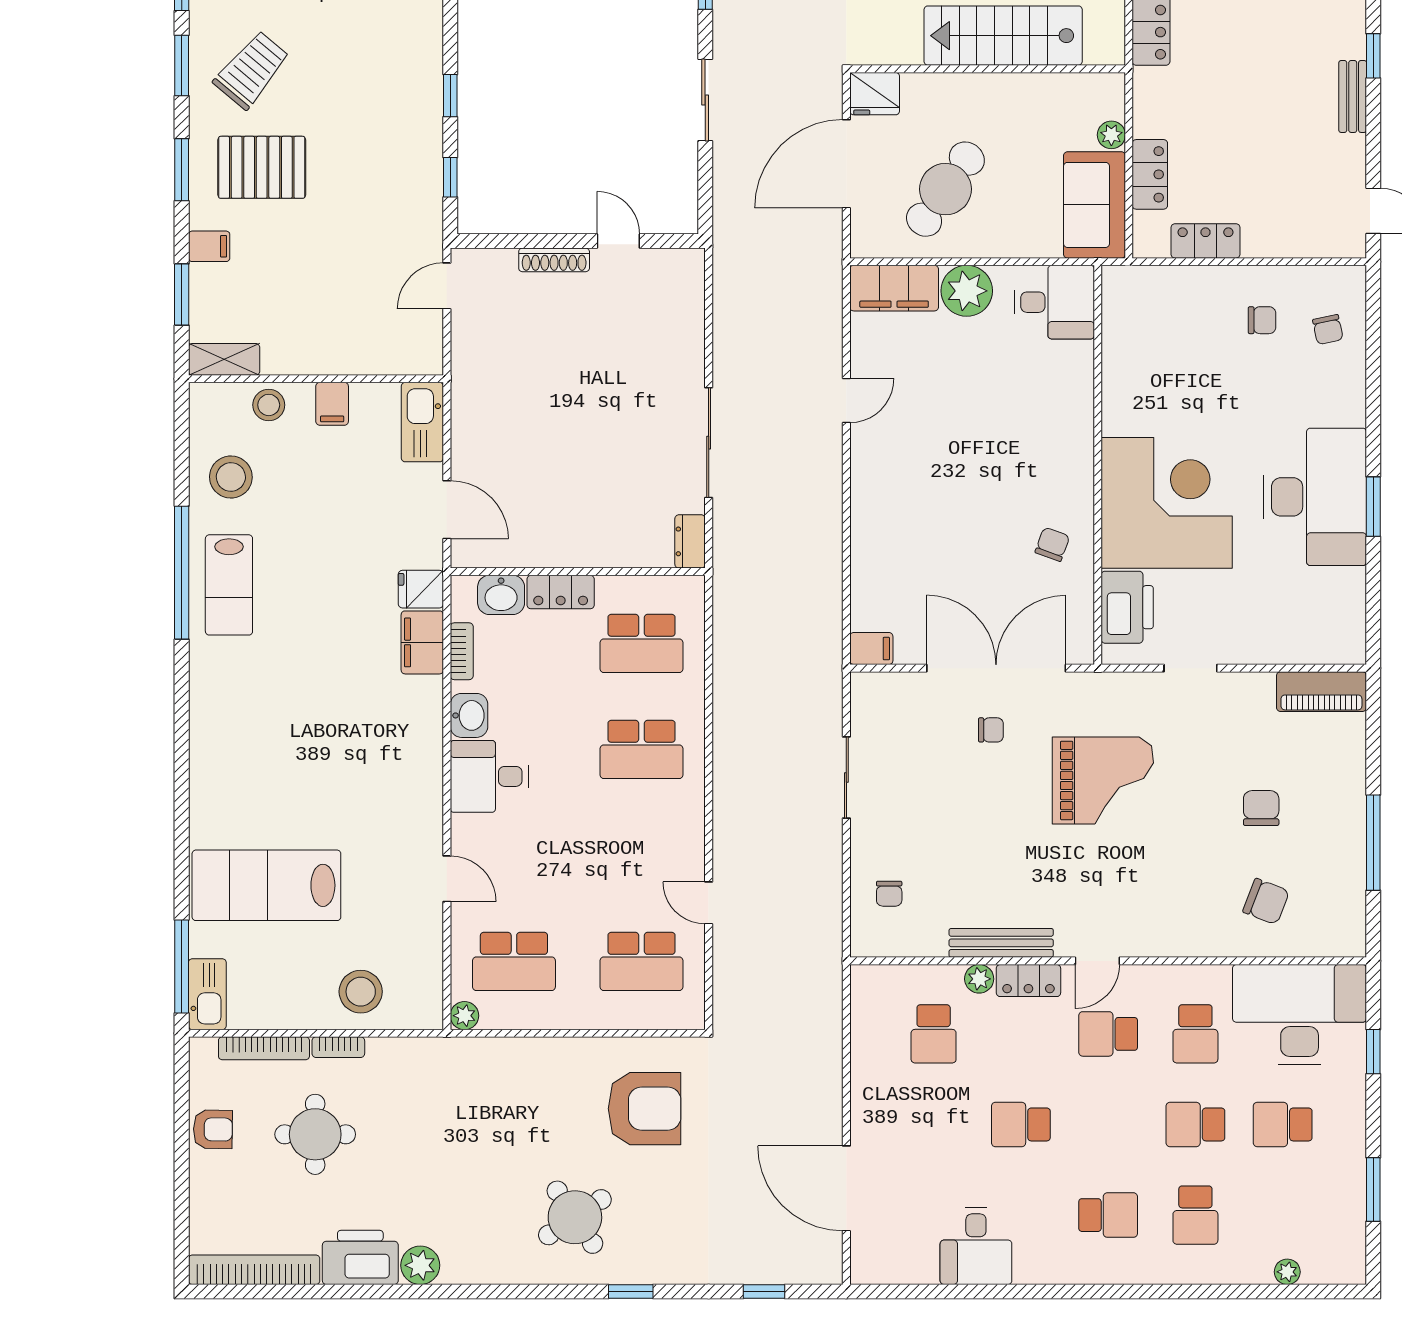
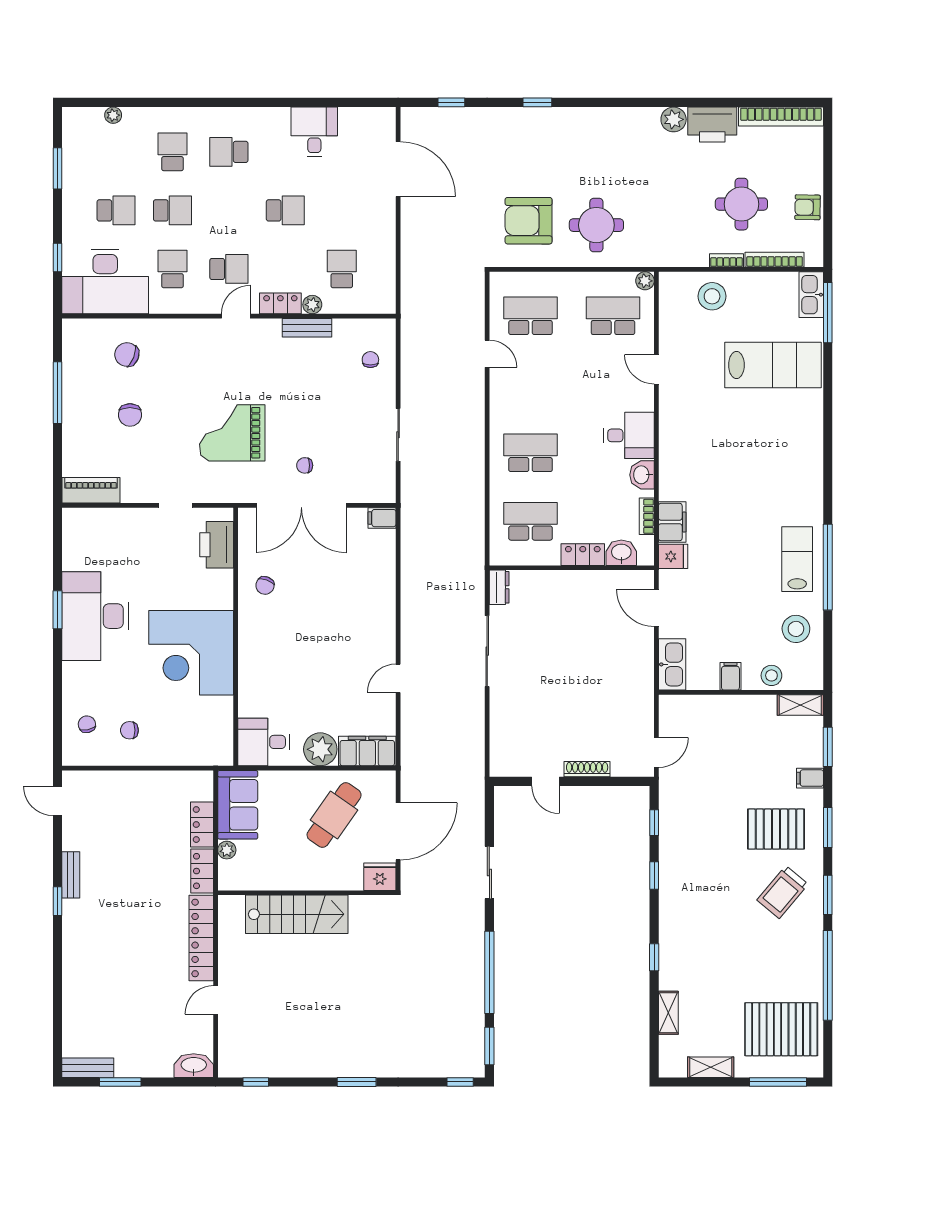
locker: (1205, 241) -> (202, 871), moved, turned 90
corner desk: (1167, 503) -> (191, 653), moved
bench: (1001, 943) -> (307, 328), width x0.73
round table: (575, 1217) -> (596, 225), moved, turned 34

